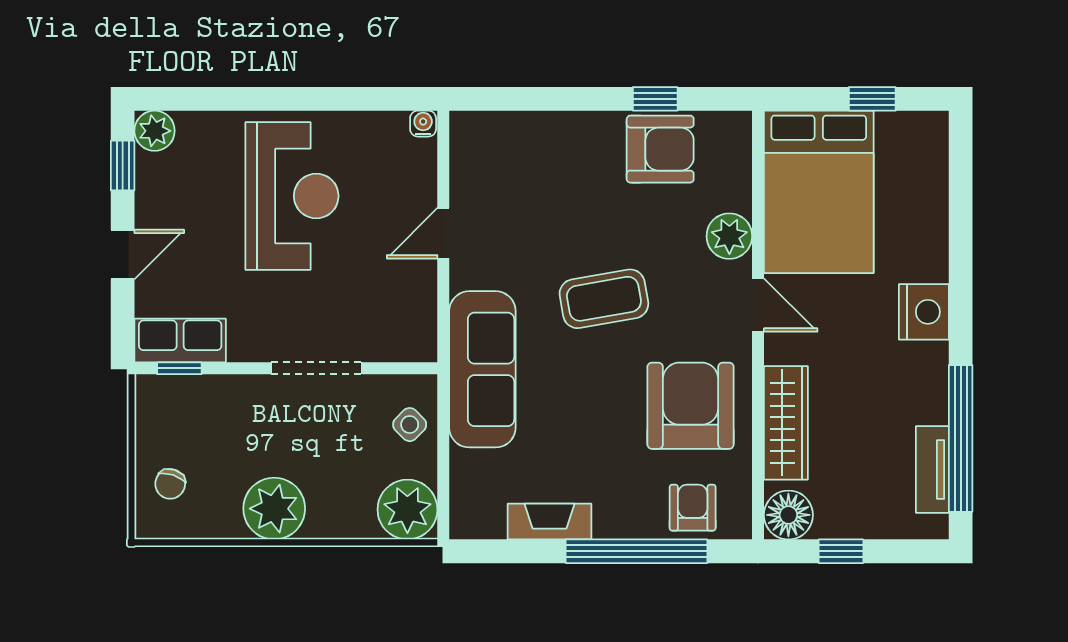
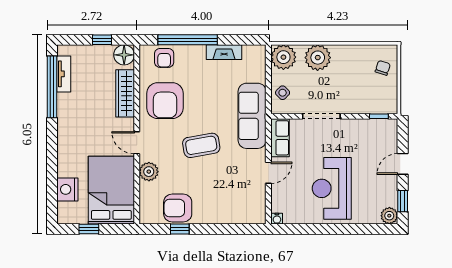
nightstand: (924, 312) -> (67, 189), moved
row of seats: (180, 341) -> (280, 138), moved, turned -90
plant: (274, 509) -> (318, 58), moved

